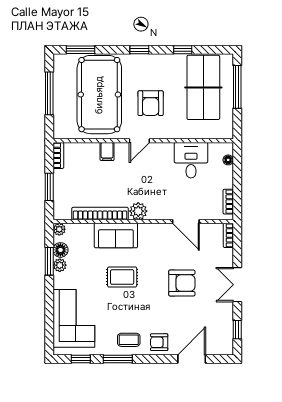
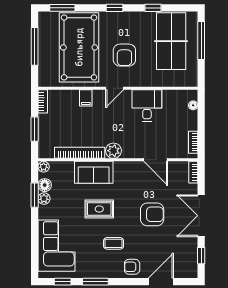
desk: (191, 160) -> (147, 106), moved
double door: (237, 285) -> (201, 216), width x1.37
coffee table: (129, 340) -> (114, 243), moved

